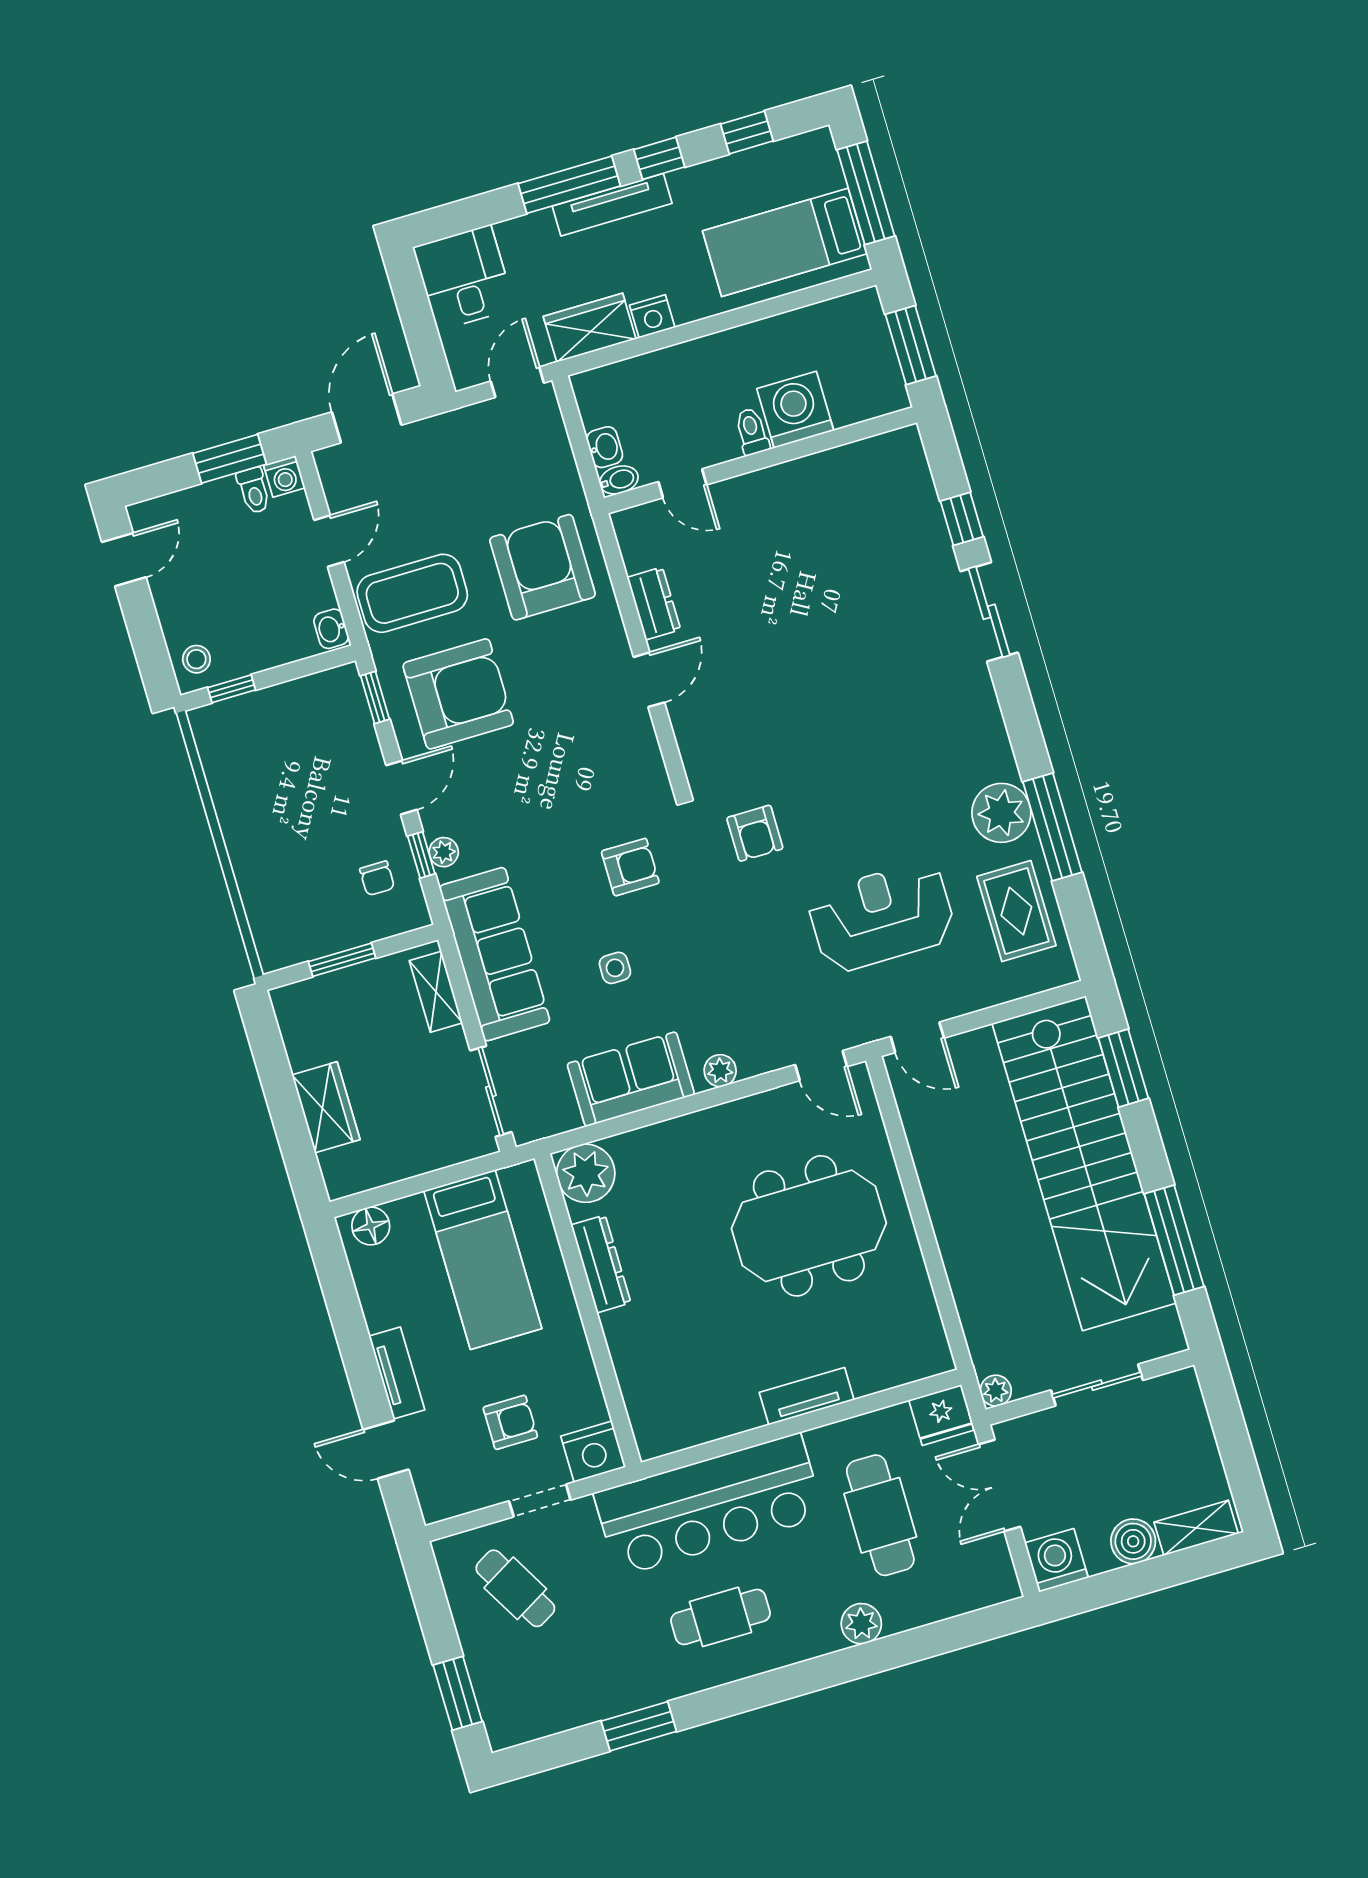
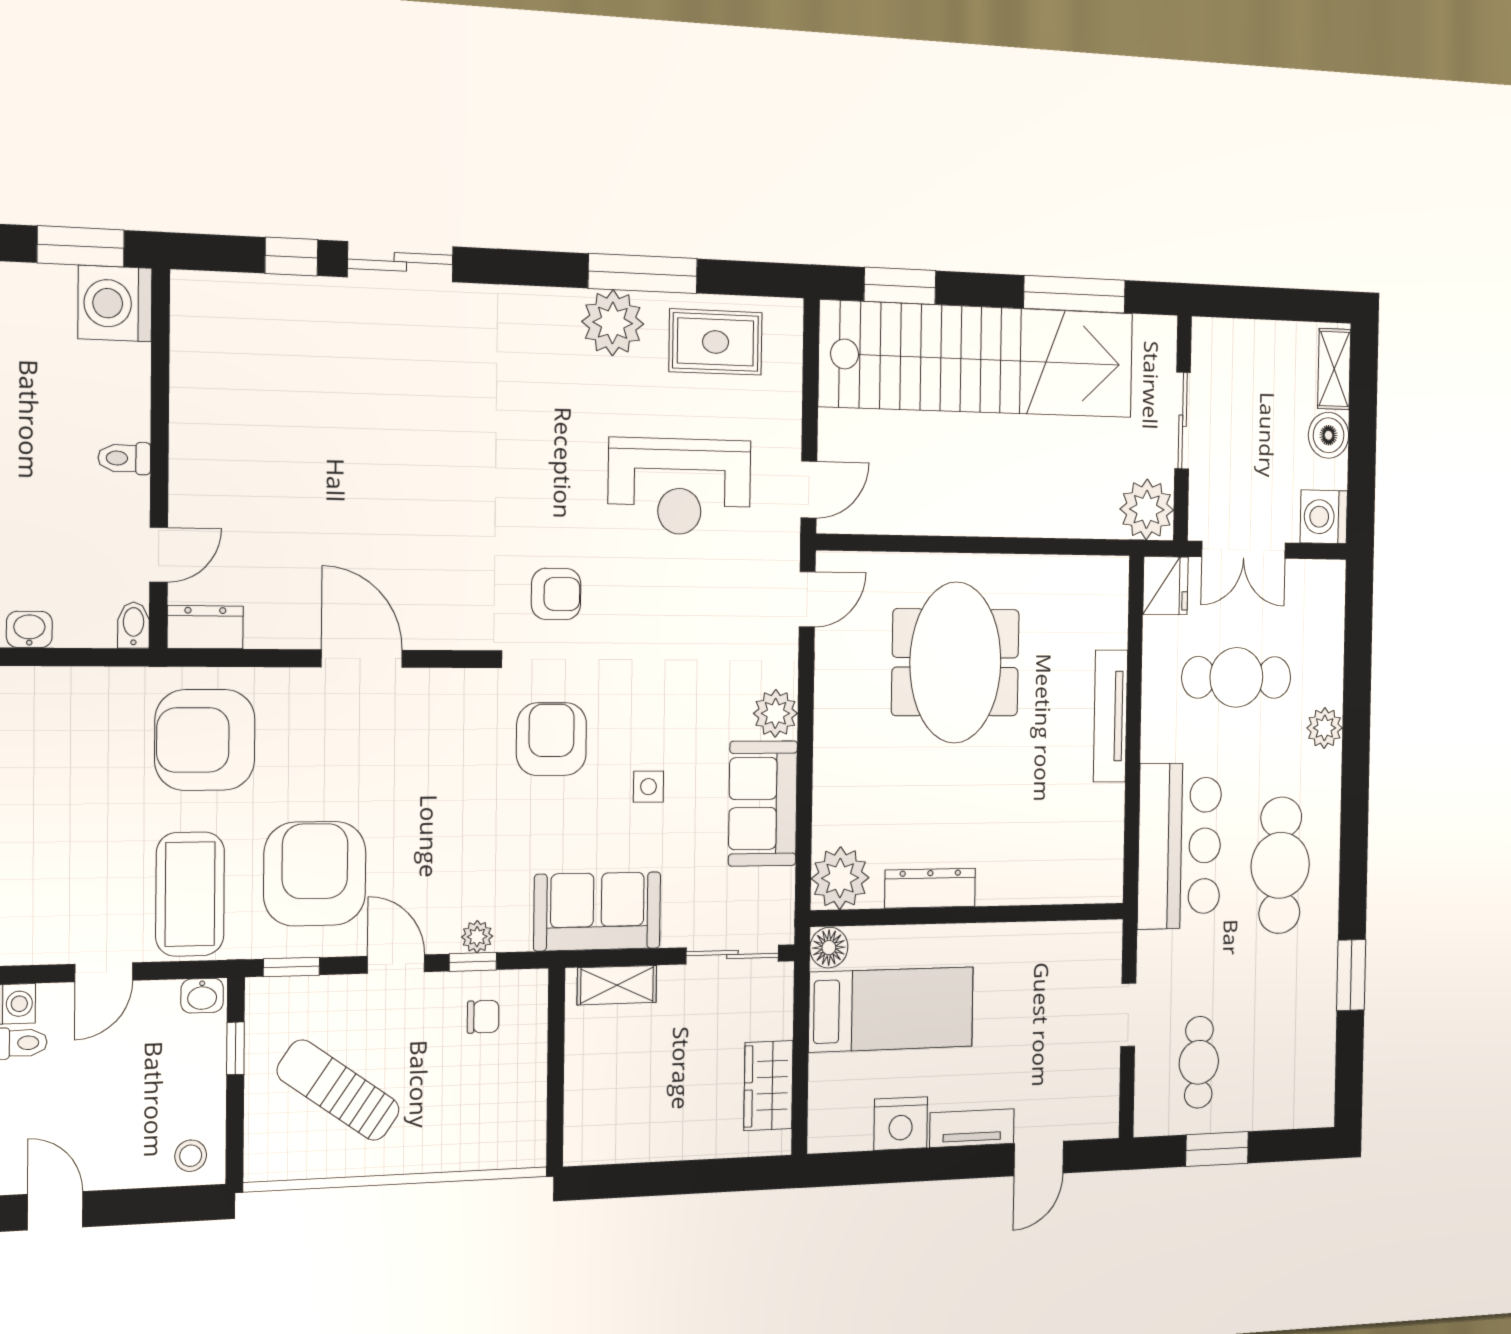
washing machine: (795, 410) -> (115, 303), moved
washbasin: (605, 447) -> (29, 629), moved
door: (329, 541) -> (104, 972), swing flipped
dresser: (654, 604) -> (205, 627), moved
door: (649, 680) -> (362, 659), width x1.37
window: (232, 689) -> (235, 1048), moved
sun lounger: (282, 769) -> (338, 1090), added
armchair: (630, 867) -> (551, 739), width x1.38, depth x1.38
reception desk: (882, 917) -> (680, 486), turned -90
sofa: (495, 954) -> (597, 911), width x0.73
window: (342, 960) -> (556, 1077), removed
plant: (720, 1071) -> (775, 713), width x1.38, depth x1.38
wardrobe: (326, 1107) -> (768, 1086), moved, turned -90
floor lamp: (371, 1226) -> (829, 948), moved
plant: (996, 1391) -> (1147, 509), width x1.88, depth x1.88
tv unit: (807, 1396) -> (1111, 716), width x1.41
armchair: (510, 1422) -> (1050, 1024), removed
nightstand: (593, 1452) -> (901, 1124), moved, turned 90
bar counter: (709, 1505) -> (1180, 846), width x0.73
cafe table: (515, 1588) -> (1199, 1062), turned -60
cafe table: (720, 1617) -> (1280, 865), width x1.37, depth x1.35
window: (458, 1693) -> (1217, 1149), moved

